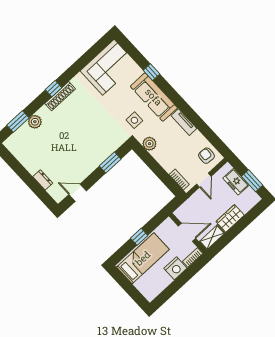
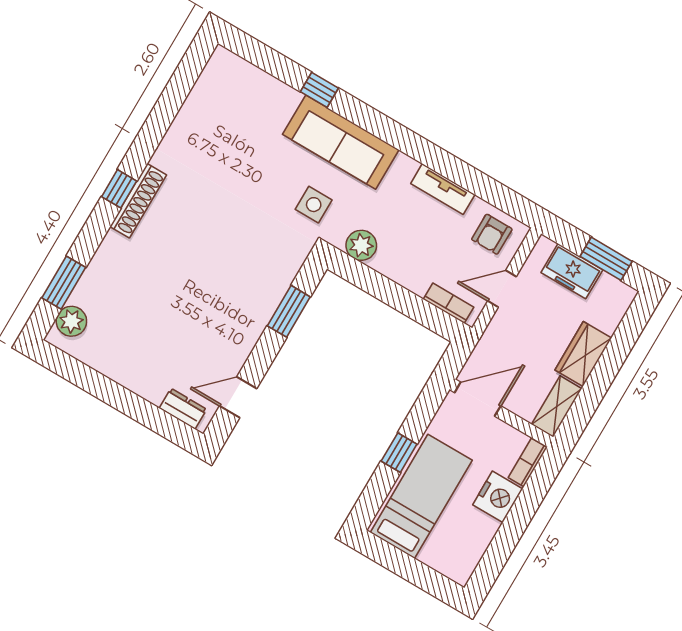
corner sofa: (108, 67) -> (223, 107), removed
plant: (35, 122) -> (71, 321), moved
tv unit: (184, 122) -> (443, 189), moved
armchair: (206, 156) -> (492, 234), turned -93
dresser: (43, 180) -> (183, 409), moved
door: (204, 180) -> (502, 289), swing flipped
door: (187, 232) -> (478, 399), moved

